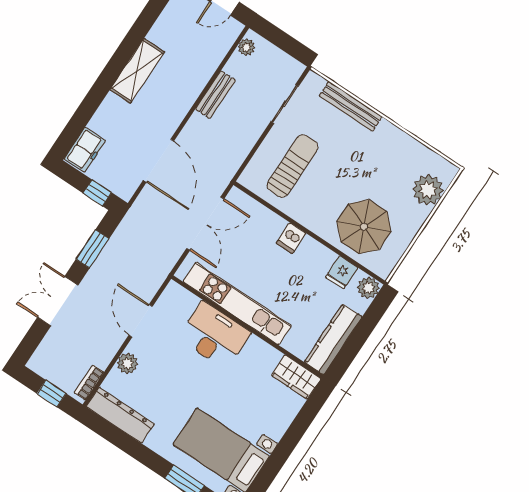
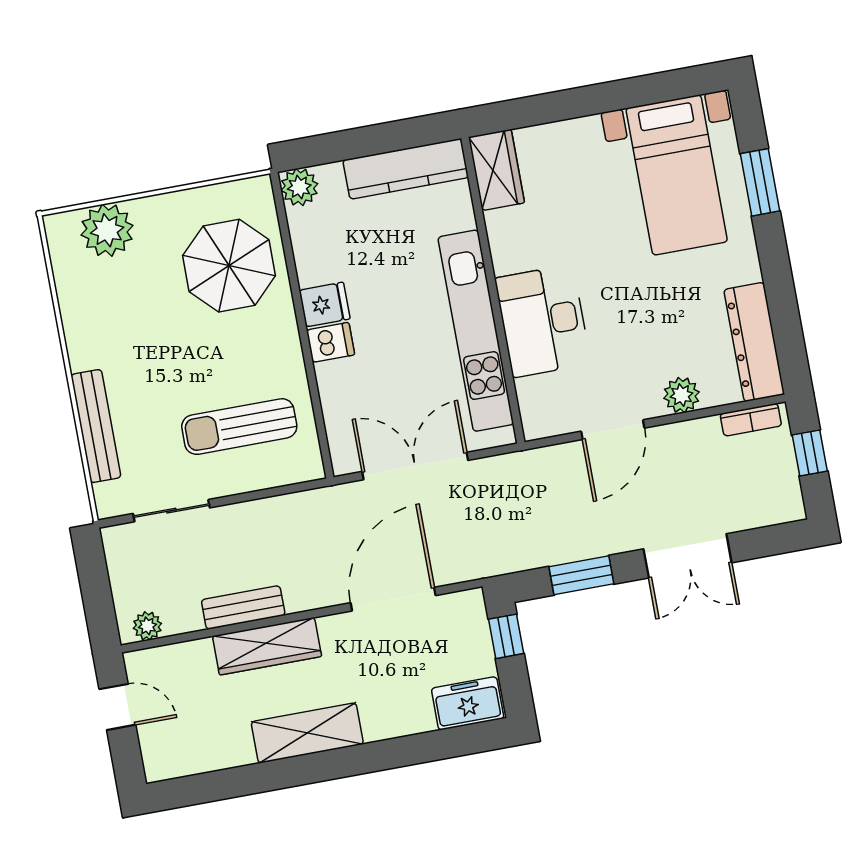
wardrobe: (190, 89) -> (267, 646), added
fridge: (342, 272) -> (325, 304), moved

